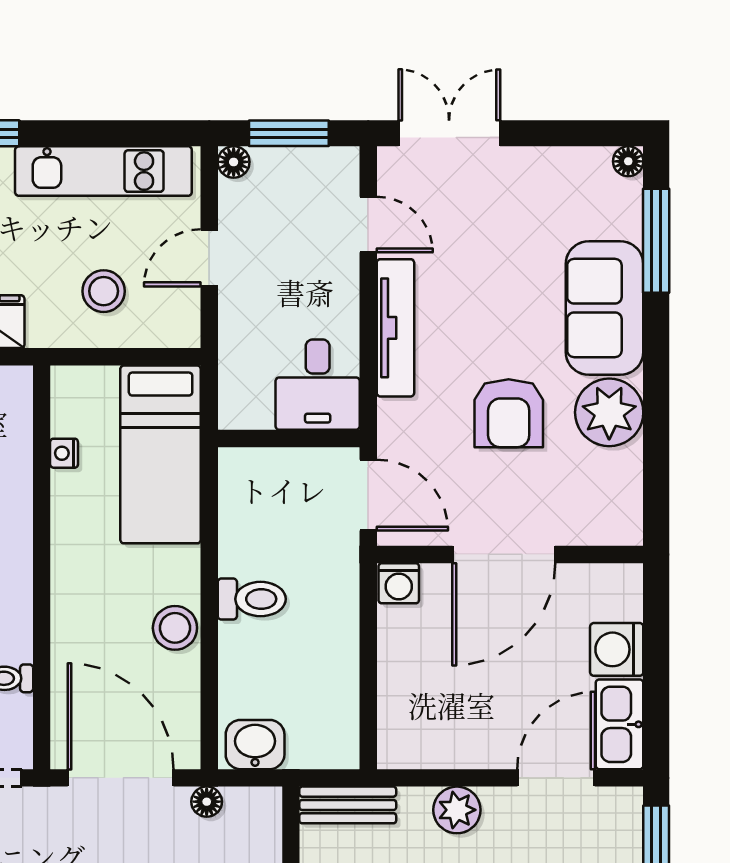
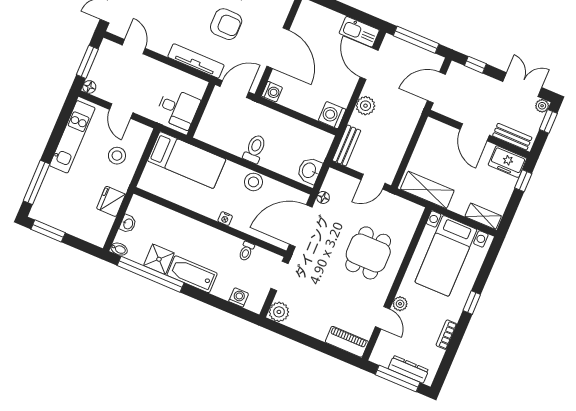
door: (368, 224) -> (134, 47), hinge flipped
tv unit: (395, 328) -> (196, 61), moved
desk: (318, 385) -> (178, 109), moved
nightstand: (64, 453) -> (225, 219), moved
washing machine: (617, 649) -> (332, 115), moved, turned 90

